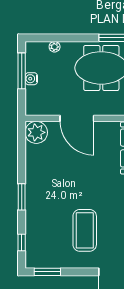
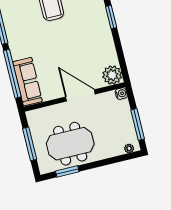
plant: (55, 47) -> (129, 148), moved
water cooler: (31, 79) -> (121, 93), moved

